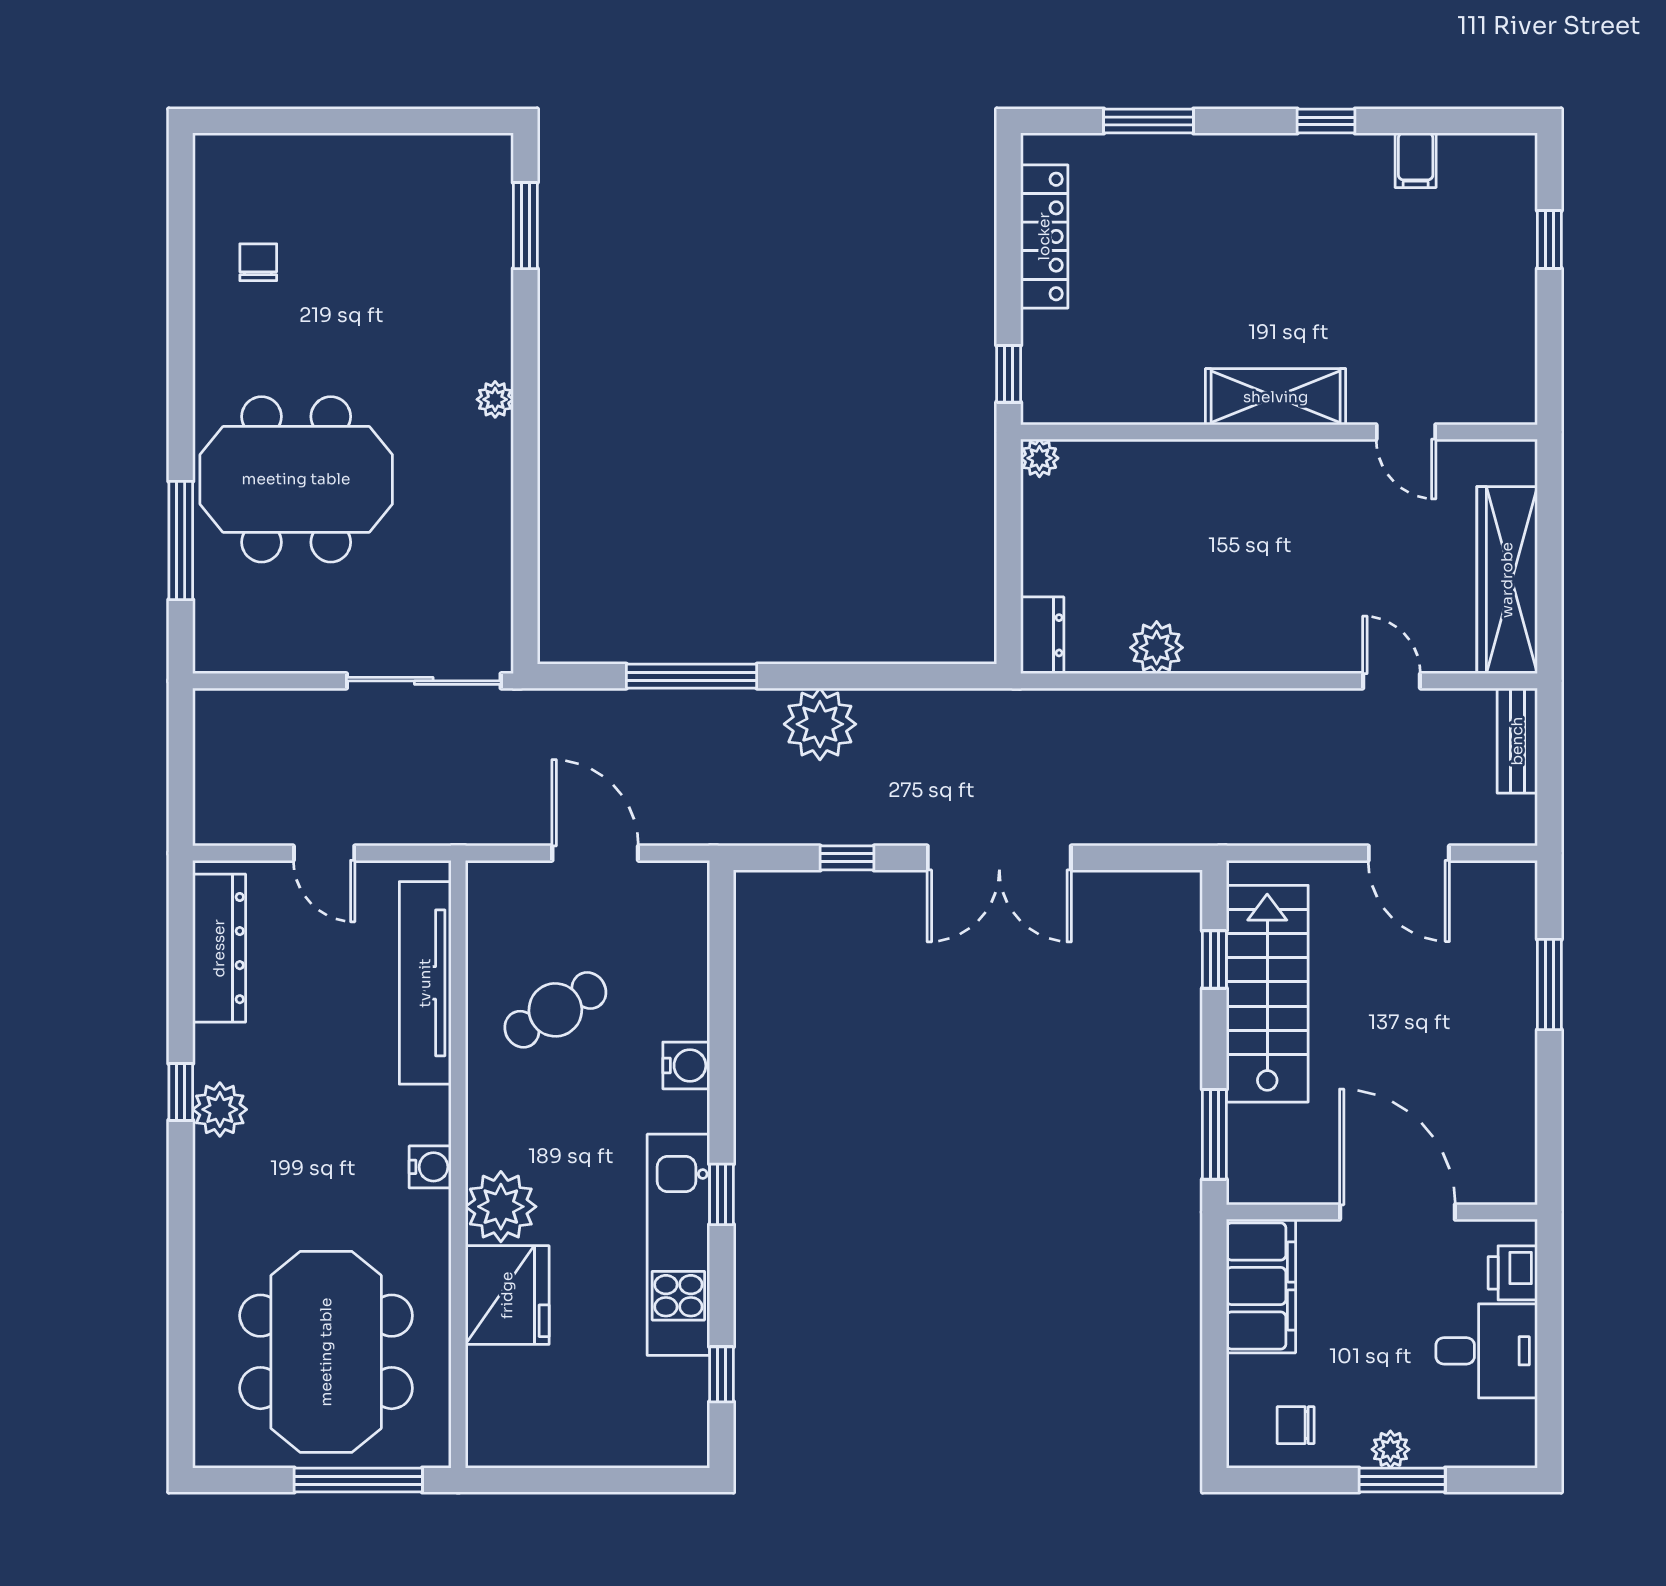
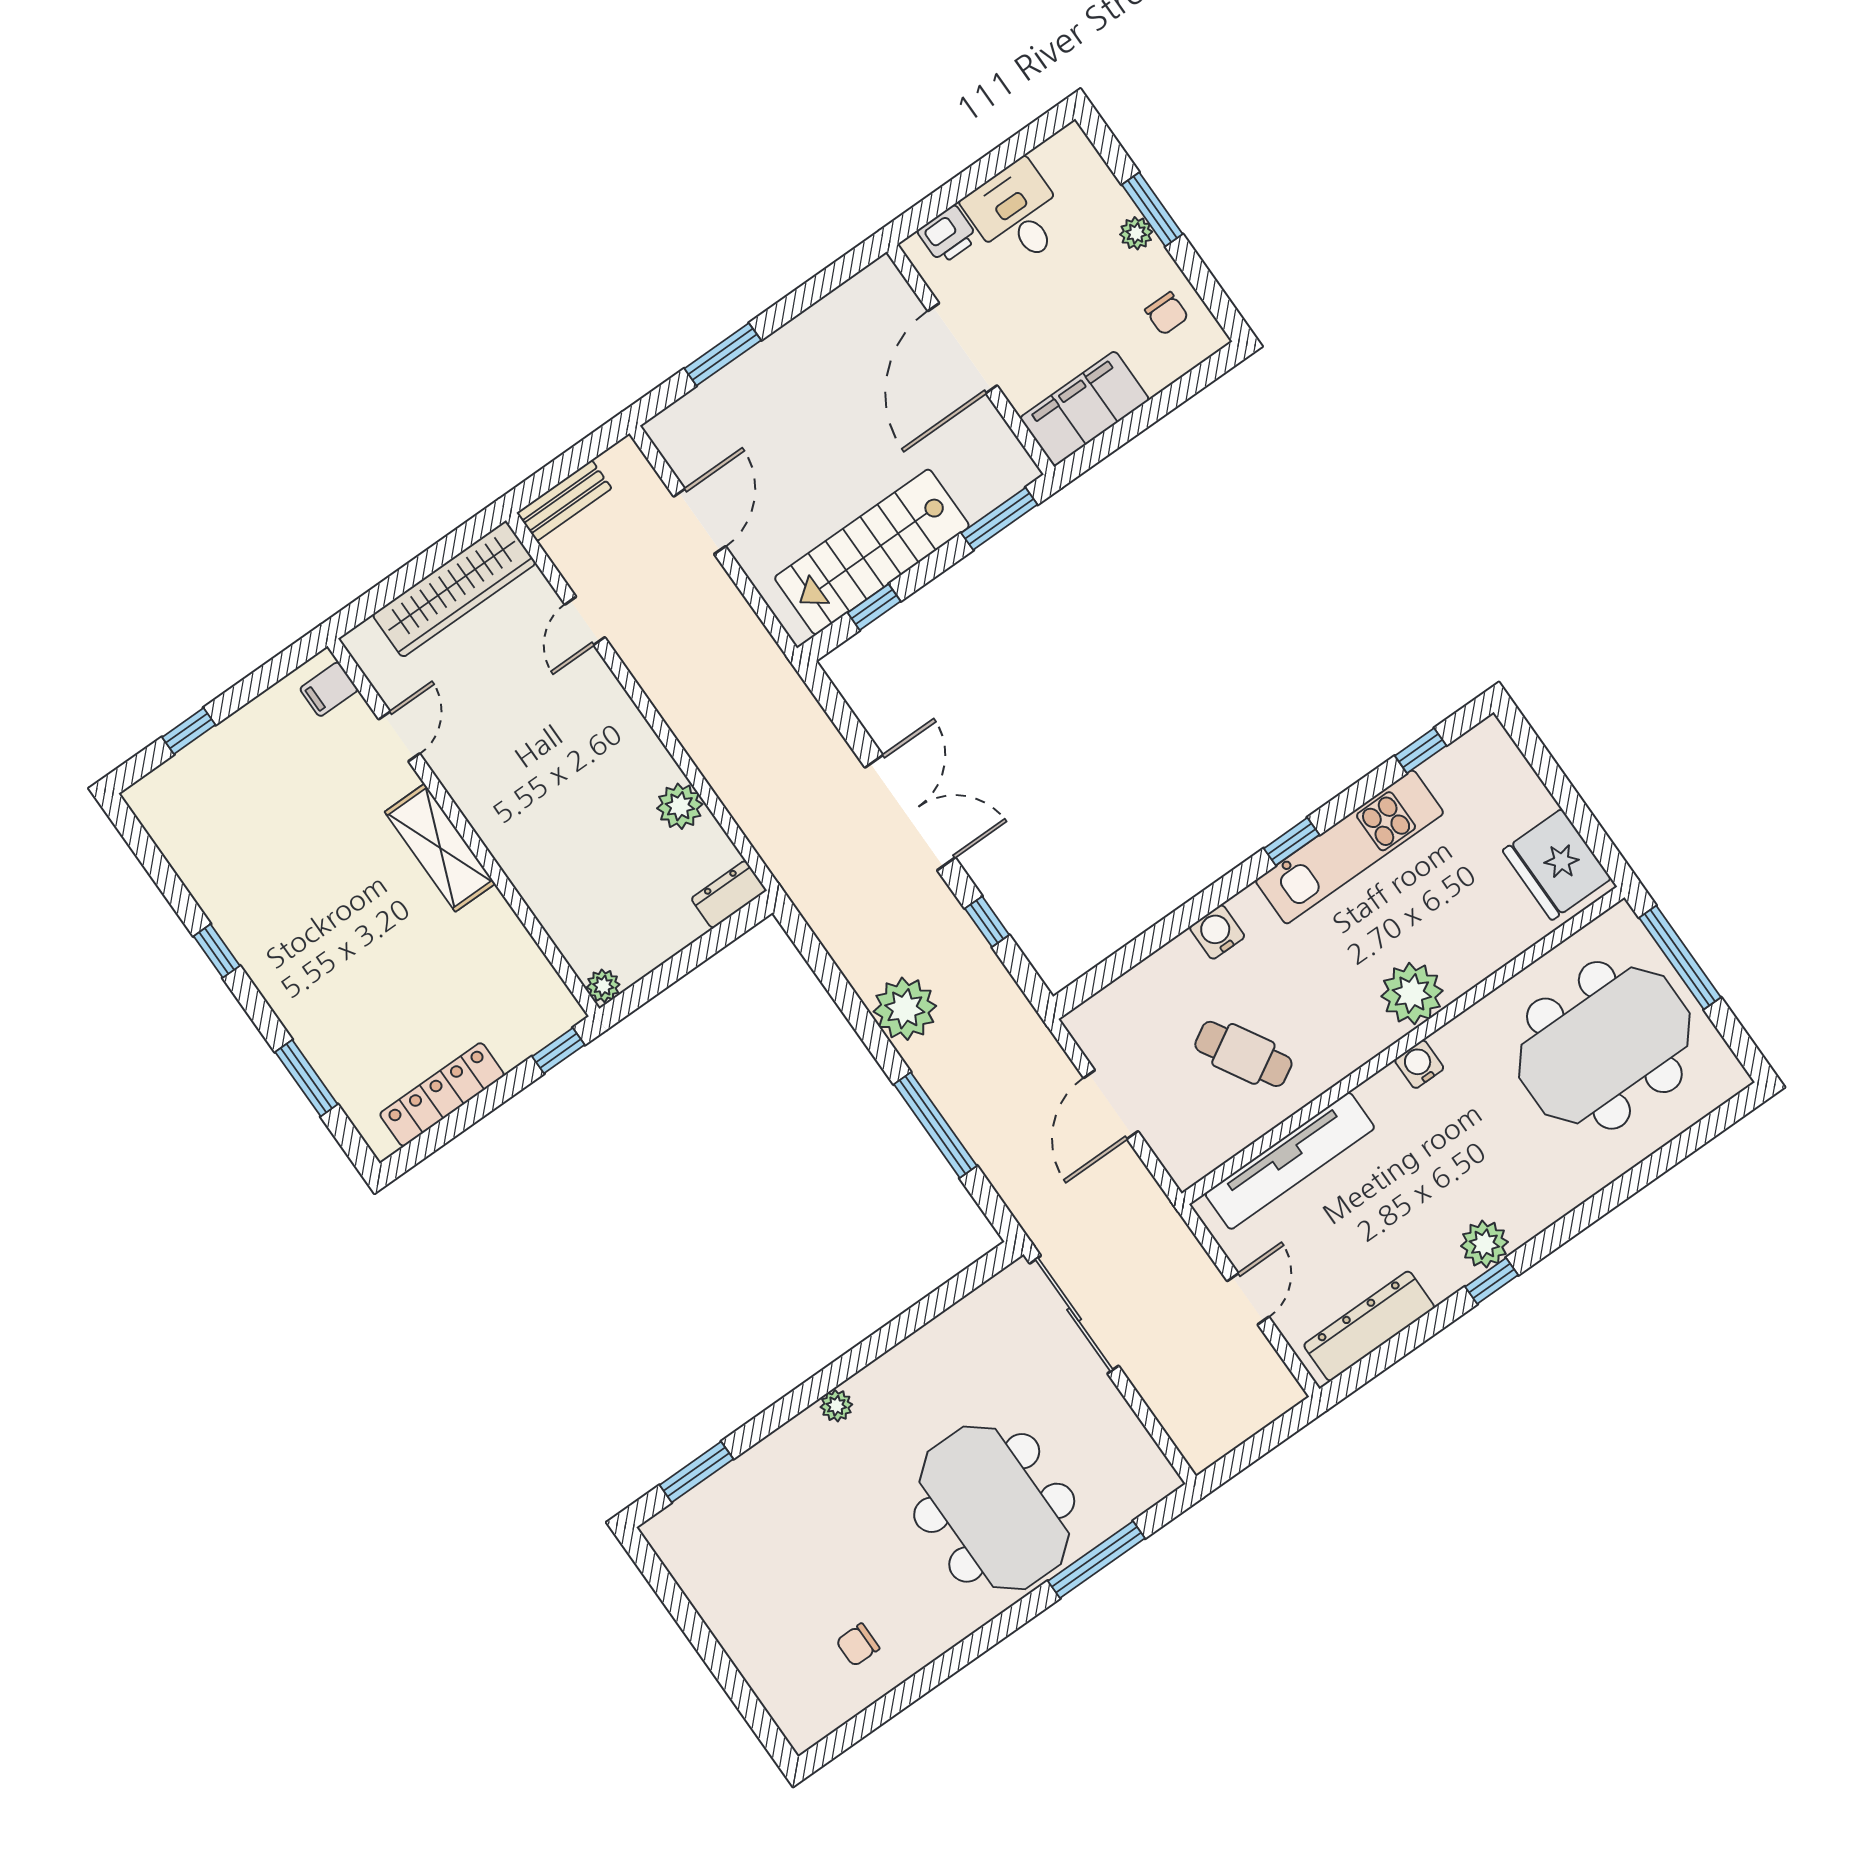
filing cabinet: (1416, 160) -> (329, 689), moved, turned 180
fridge: (507, 1295) -> (1557, 865), moved, turned -90

